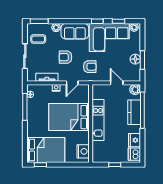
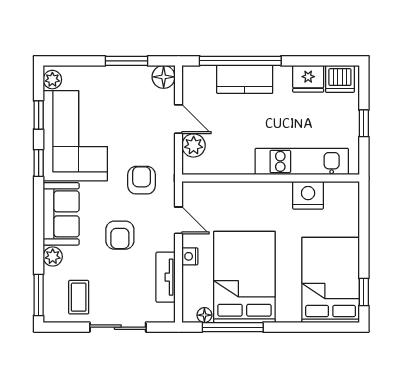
floor lamp: (135, 59) -> (164, 77), moved
door: (117, 83) -> (178, 119), swing flipped
plant: (135, 90) -> (194, 145), moved
bed: (69, 117) -> (244, 277), moved, turned 180
kitchen unit: (98, 120) -> (302, 161), moved
nightstand: (83, 151) -> (308, 195), moved

